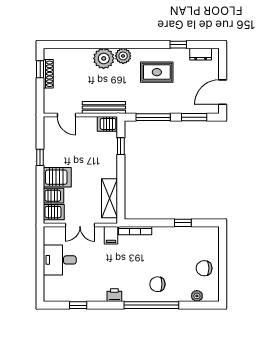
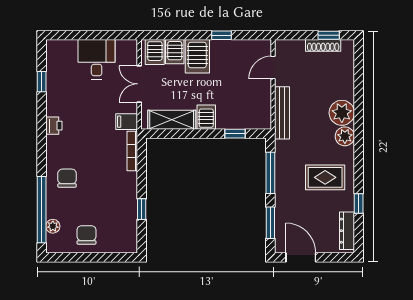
dresser: (201, 54) -> (347, 231), width x1.44
rug: (157, 72) -> (325, 177), turned 90
server rack: (107, 124) -> (206, 117), moved
window: (151, 305) -> (42, 210), moved

